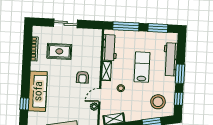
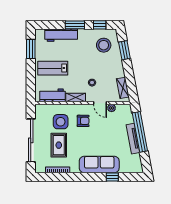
sliding door: (66, 23) -> (31, 140), width x1.86
window: (126, 26) -> (31, 81), removed
side table: (83, 54) -> (61, 122), added
lab bench: (142, 67) -> (53, 68), moved

